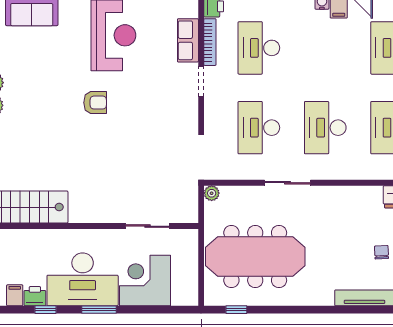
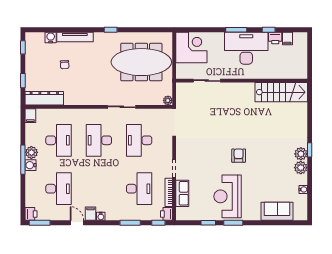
armchair: (95, 103) -> (239, 156), turned 90
desk: (259, 128) -> (139, 140), turned 180
desk: (325, 128) -> (99, 140), turned 180
corner desk: (145, 280) -> (191, 47), moved, turned -90
window: (236, 310) -> (111, 30), moved

